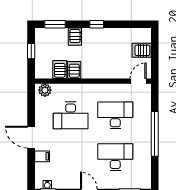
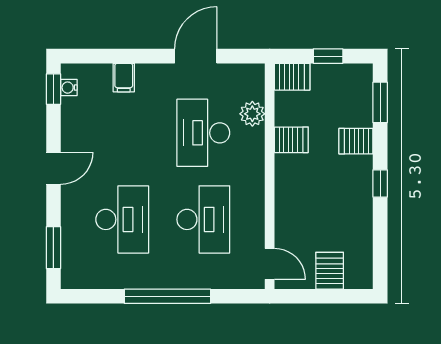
server rack: (60, 70) -> (292, 77), moved
plant: (45, 90) -> (252, 114), moved
door: (31, 137) -> (196, 56), moved

